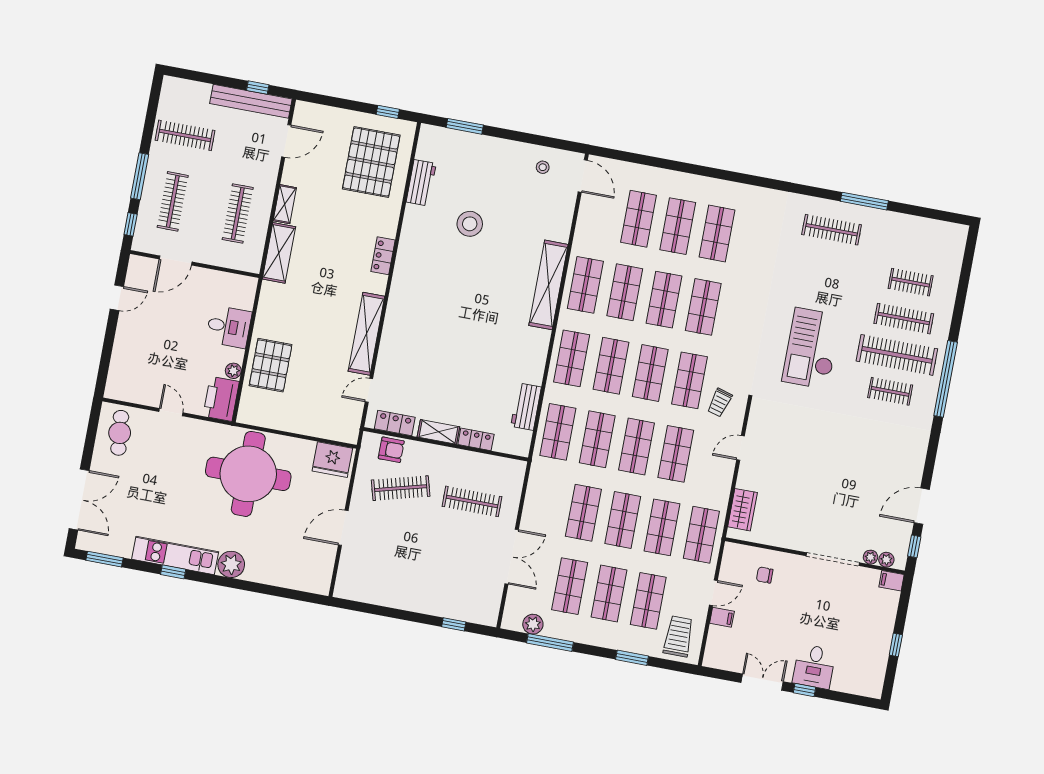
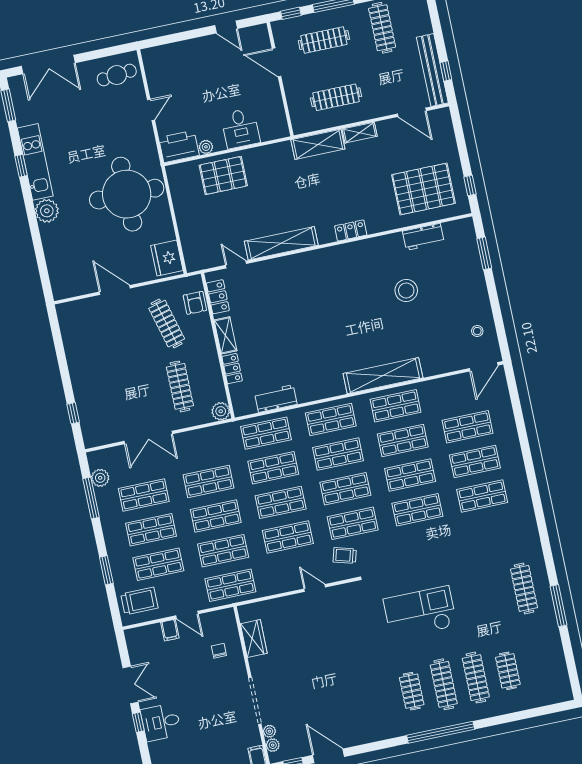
clothes rail: (897, 355) -> (444, 684), width x0.73, depth x0.76
plant: (516, 470) -> (221, 411), added
wardrobe: (742, 510) -> (254, 639), moved, turned -90

